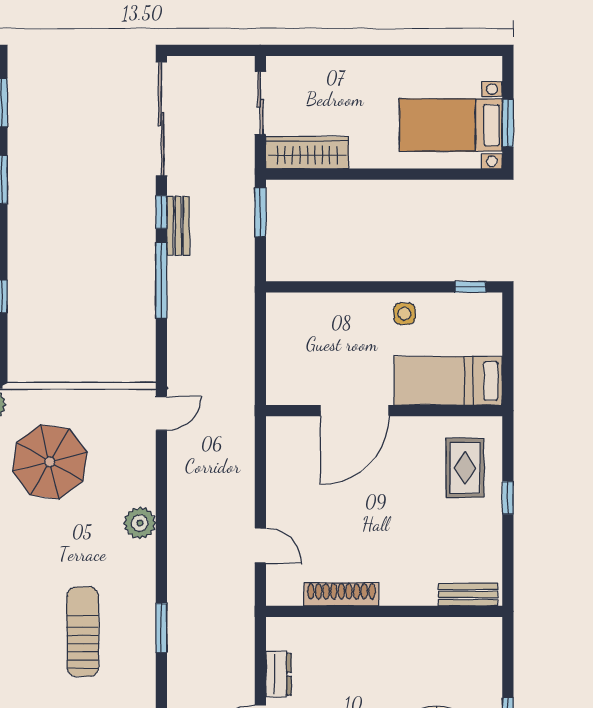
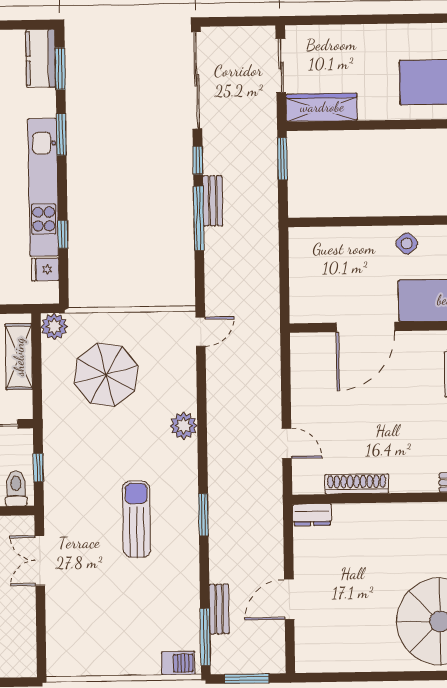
bench: (178, 226) -> (213, 201), moved
side table: (404, 314) -> (407, 243), turned 45
dresser: (279, 674) -> (312, 515), moved, turned 90

